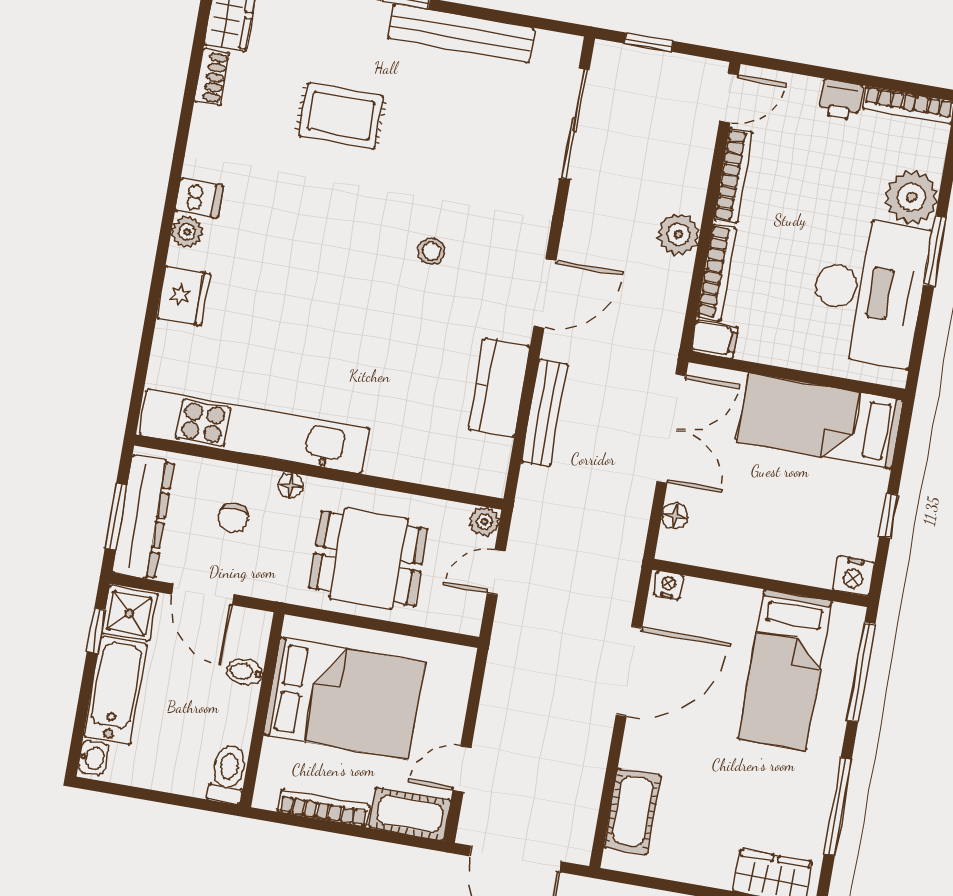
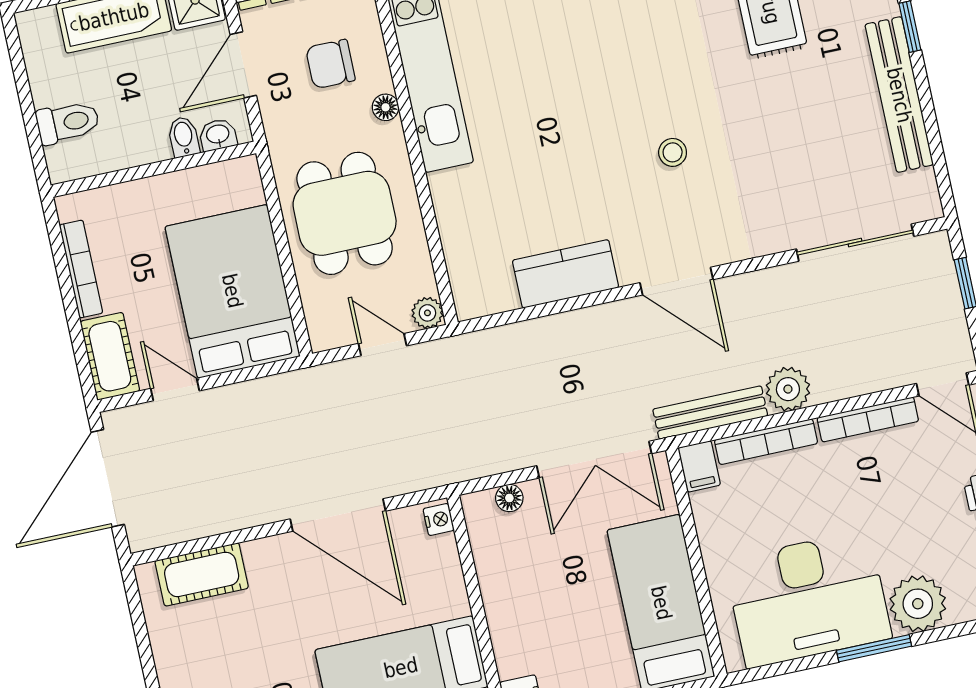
bench: (545, 413) -> (710, 413), moved
chair: (233, 518) -> (330, 64), width x1.37, depth x1.37
bed: (344, 698) -> (232, 291), moved, turned 180
washbasin: (93, 758) -> (218, 135), moved, turned 180
toilet: (228, 774) -> (68, 122), moved

